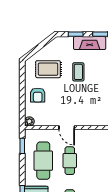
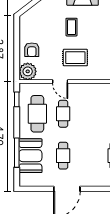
rug: (48, 69) -> (75, 58), moved
plant: (29, 121) -> (28, 71), width x1.88, depth x1.88

